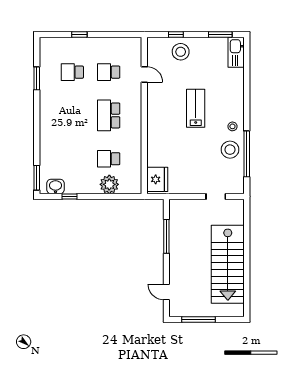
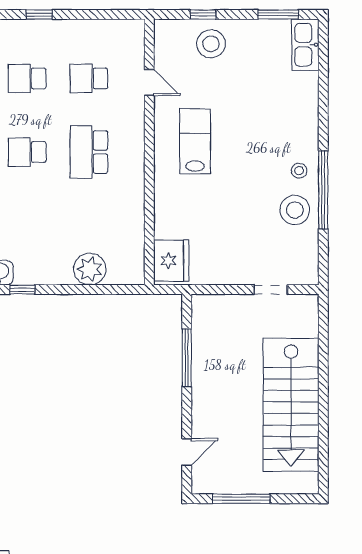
lab bench: (196, 108) -> (195, 141), moved
window: (247, 154) -> (323, 190), moved
school desk: (109, 159) -> (27, 152), moved
door: (166, 292) -> (187, 452), swing flipped

